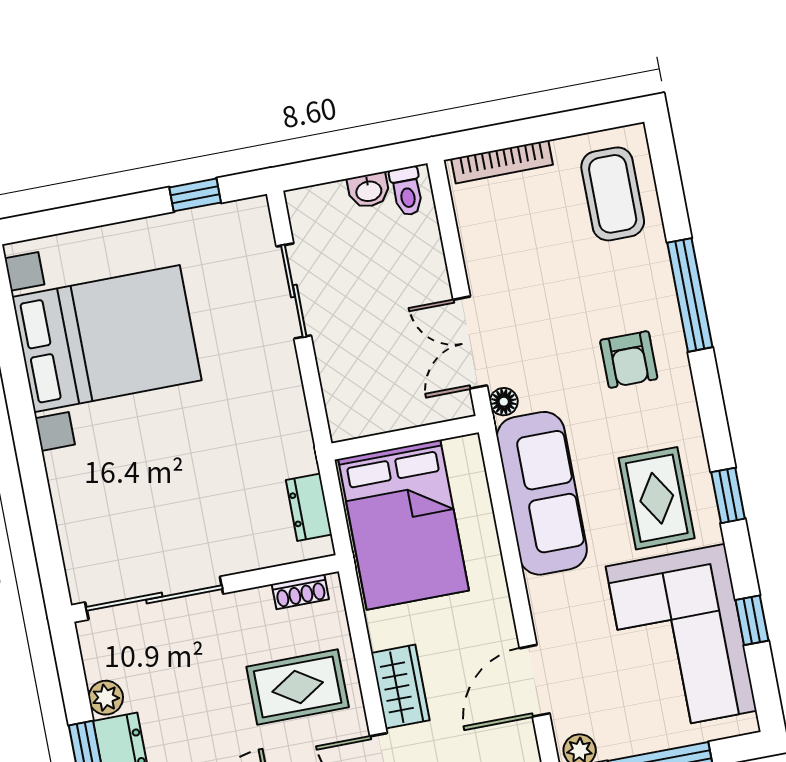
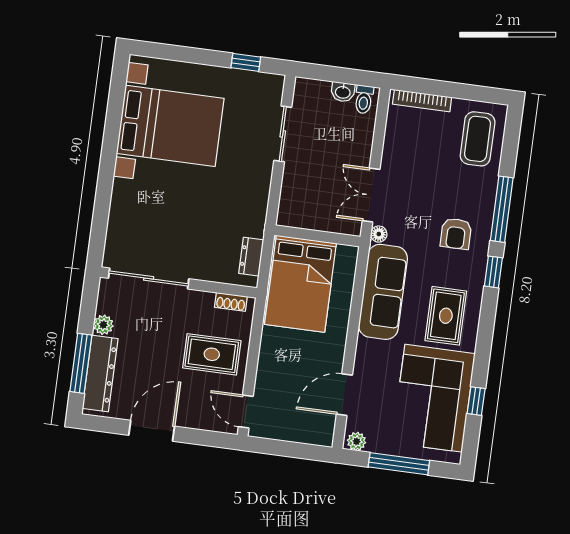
window: (728, 495) -> (493, 272), moved
wardrobe: (400, 687) -> (269, 373), removed

